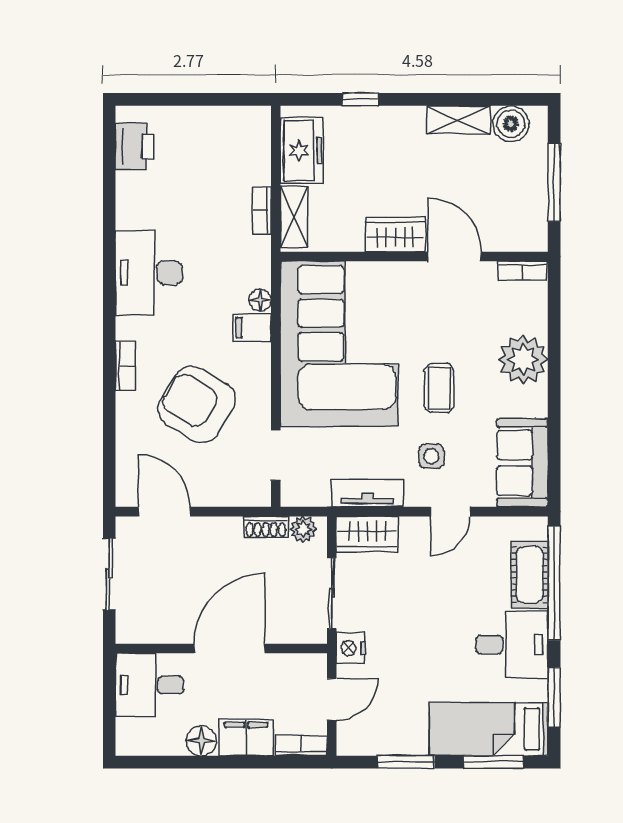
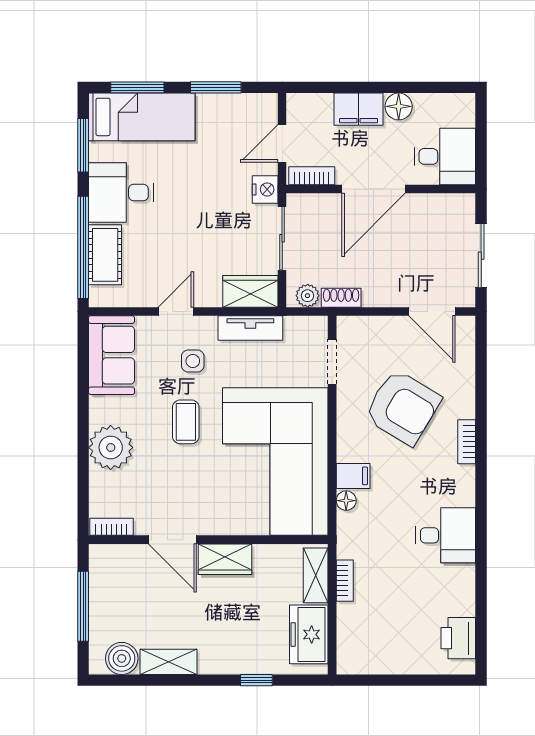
desk: (149, 273) -> (446, 535), width x0.73
bookcase: (301, 746) -> (312, 176), moved, turned 180

